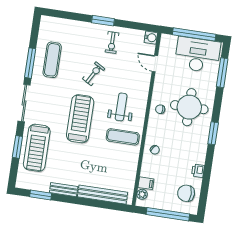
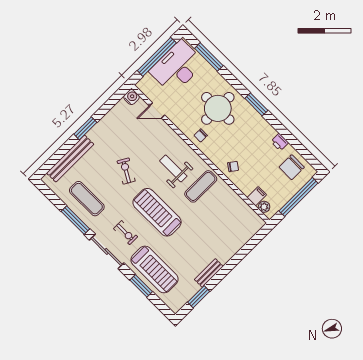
exercise bike: (112, 42) -> (126, 233), moved
bench: (103, 195) -> (70, 159), moved

